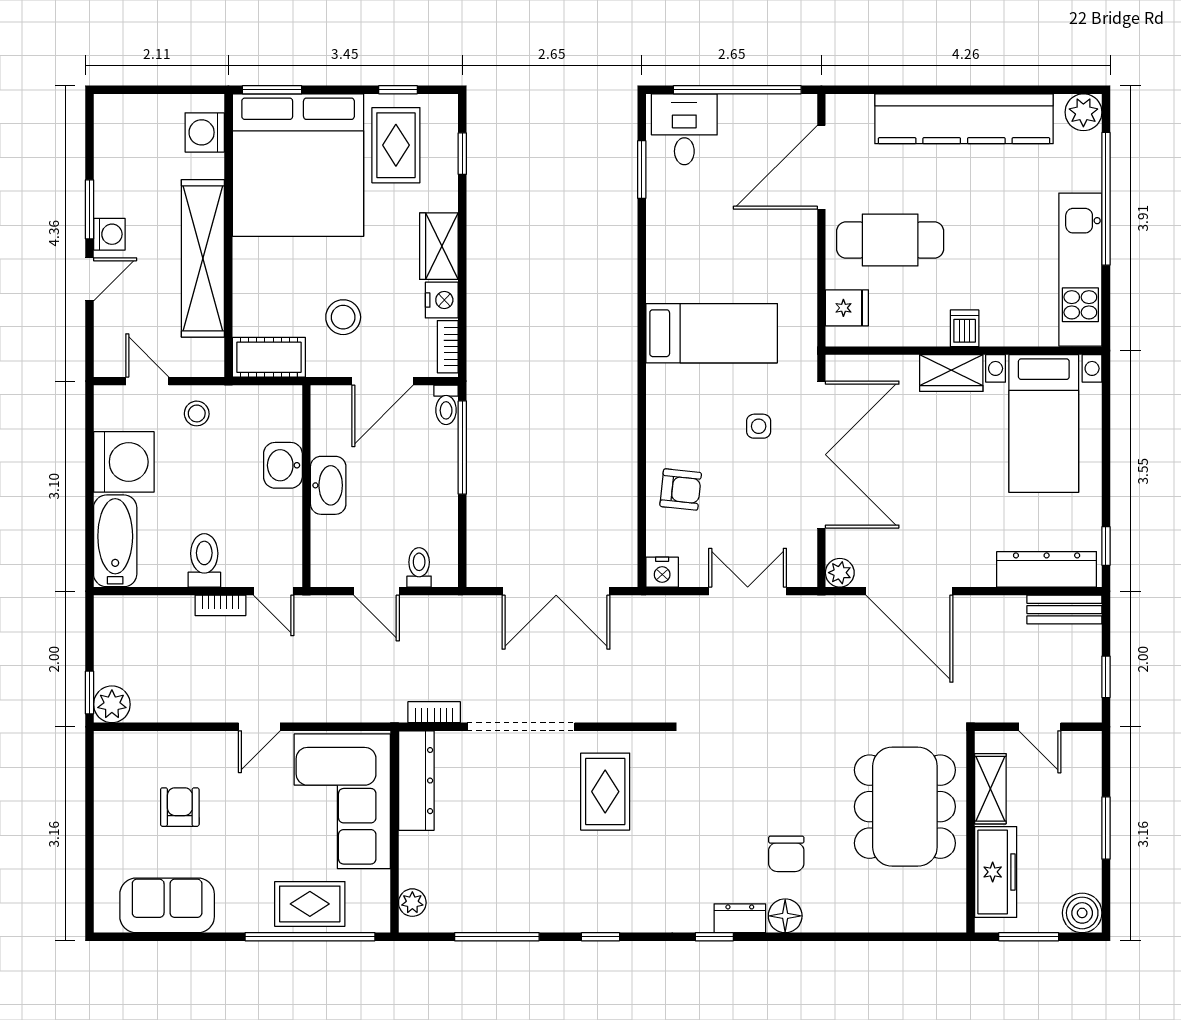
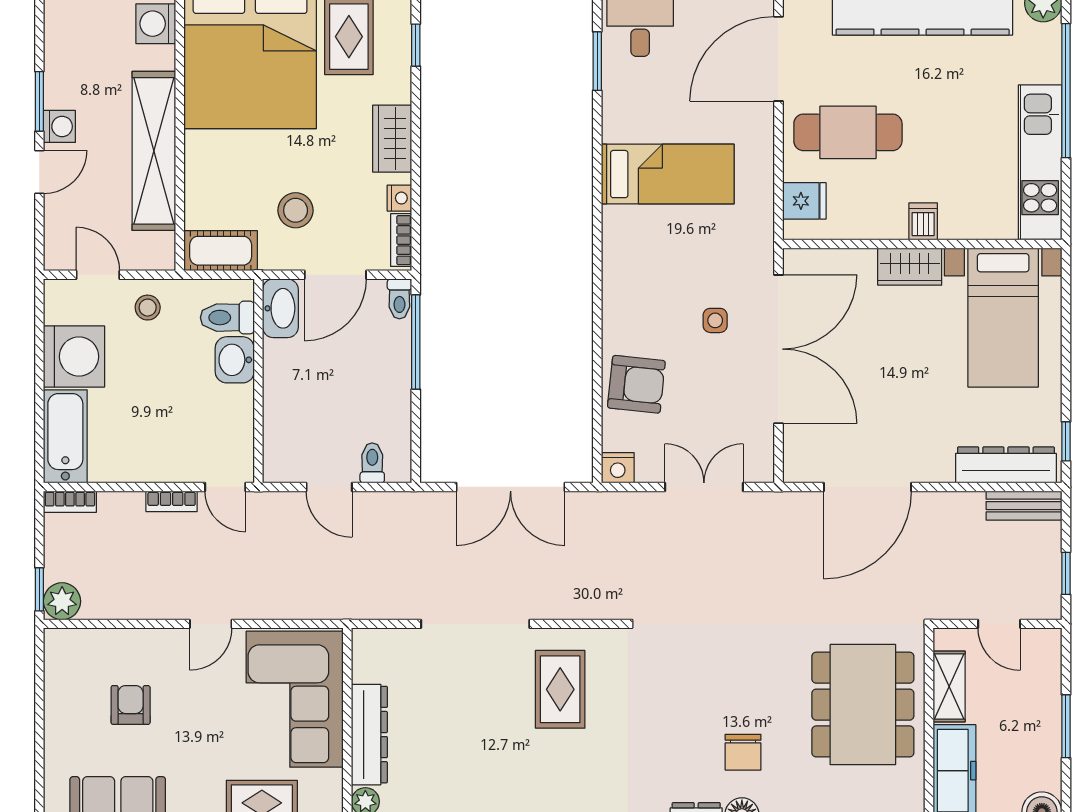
nightstand: (442, 300) -> (399, 198), width x0.72, depth x0.74
bed: (712, 333) -> (668, 174), moved
washbasin: (328, 485) -> (280, 308), moved
armchair: (681, 489) -> (636, 384), width x1.38, depth x1.38
toilet: (204, 560) -> (227, 318), moved, turned -90
plant: (840, 573) -> (797, 468), removed
door: (909, 591) -> (867, 487), hinge flipped
bookcase: (434, 712) -> (70, 502), moved, turned 180
dresser: (416, 781) -> (369, 735), moved

